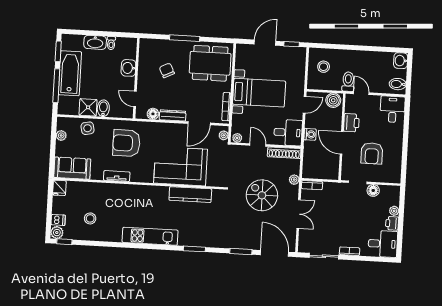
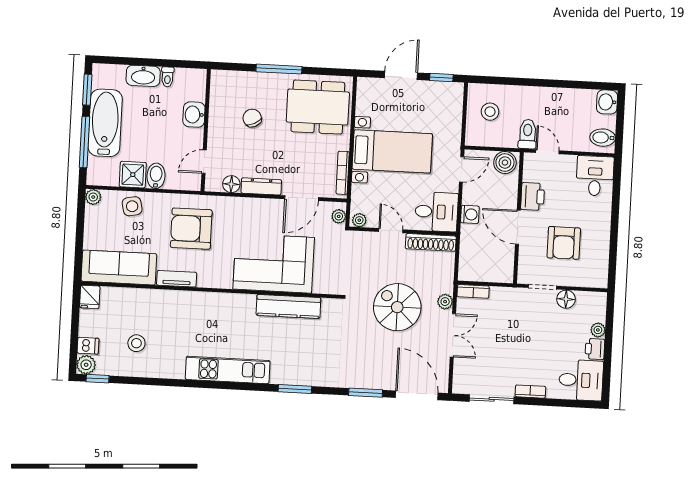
door: (135, 99) -> (204, 162), hinge flipped
plant: (61, 135) -> (93, 197), moved
sofa: (72, 168) -> (119, 267), width x1.36
plant: (294, 180) -> (445, 302), moved

